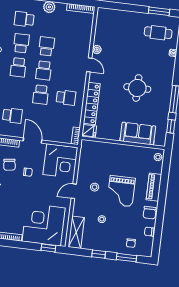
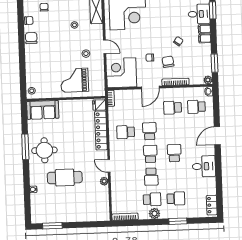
cafe table: (158, 33) -> (65, 178), moved, width x1.37, depth x1.35
school desk: (21, 43) -> (152, 199), moved, turned -90
round table: (137, 88) -> (44, 150), moved
window: (171, 126) -> (24, 121), removed
sofa: (138, 134) -> (43, 110), moved
door: (32, 140) -> (150, 88), hinge flipped
piano: (154, 187) -> (31, 62), removed
door: (74, 191) -> (105, 47), hinge flipped
grand piano: (121, 191) -> (75, 80), moved, turned -90

